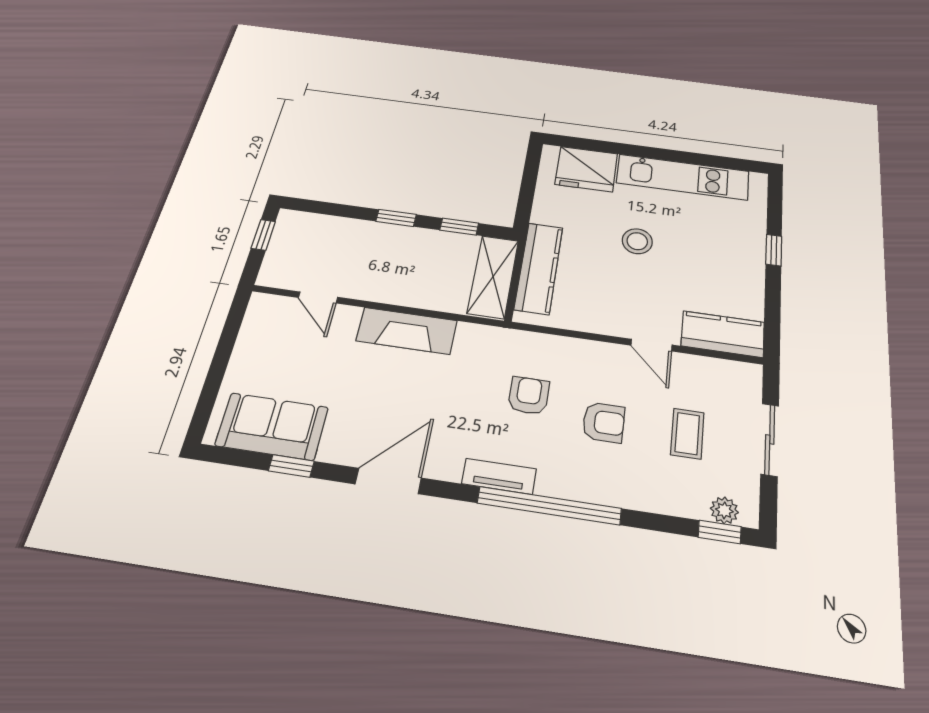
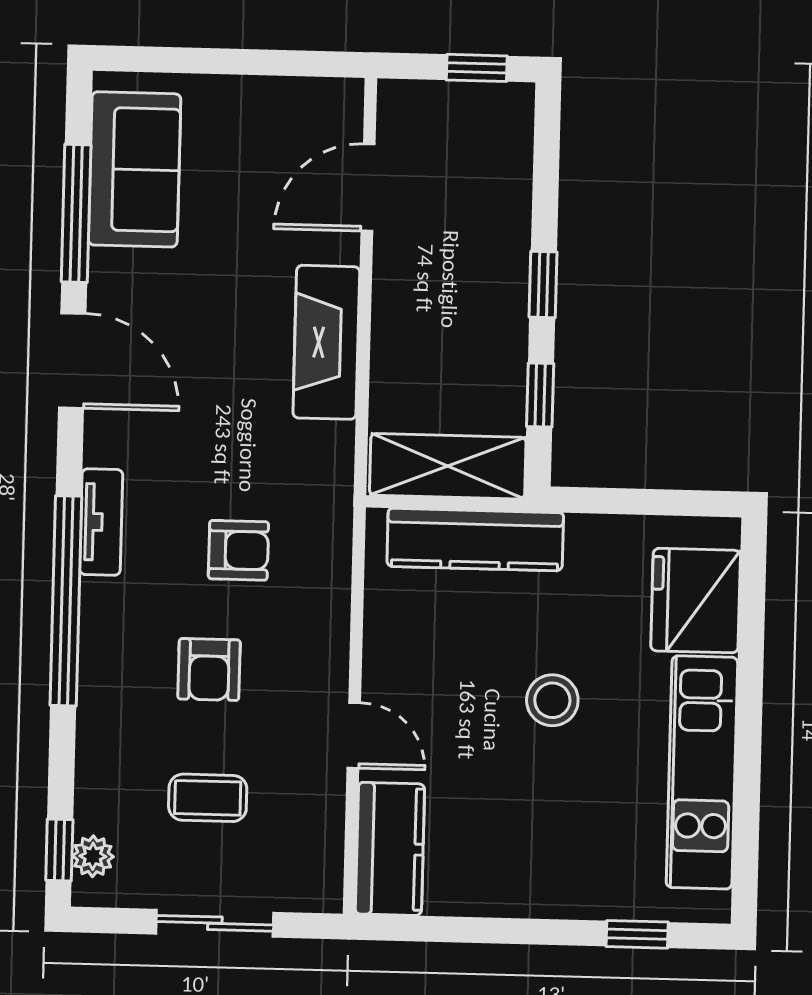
window: (774, 250) -> (637, 934), moved
door: (318, 297) -> (368, 188), width x1.38
door: (651, 345) -> (354, 735), swing flipped
window: (291, 466) -> (76, 213), width x2.17

